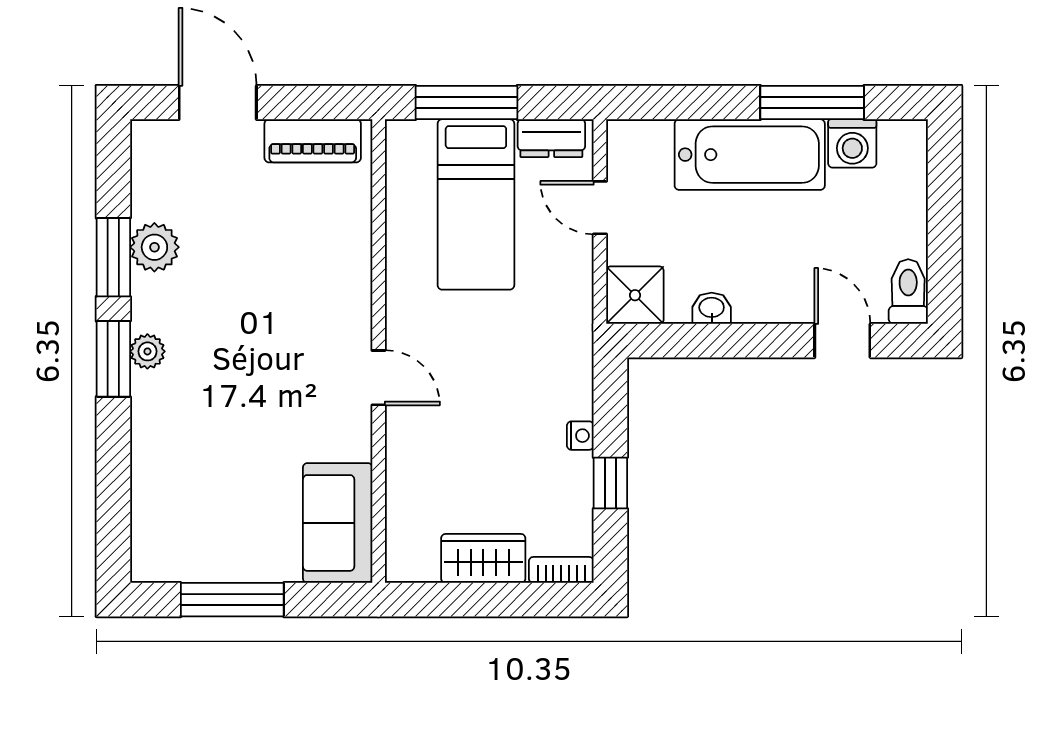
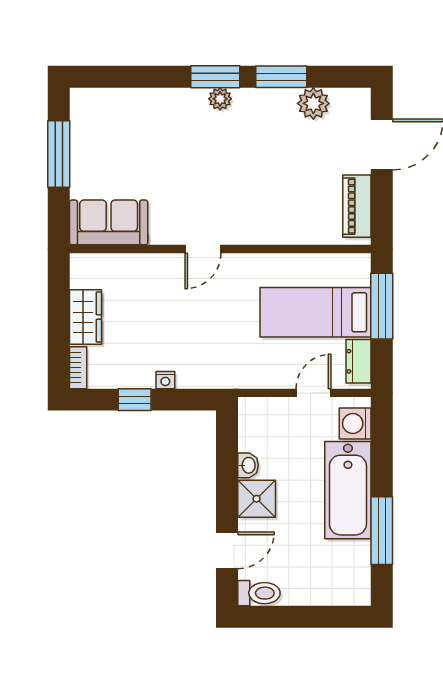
washing machine: (852, 143) -> (355, 424), moved
plant: (154, 247) -> (313, 103), moved
shower: (635, 295) -> (257, 499), moved

